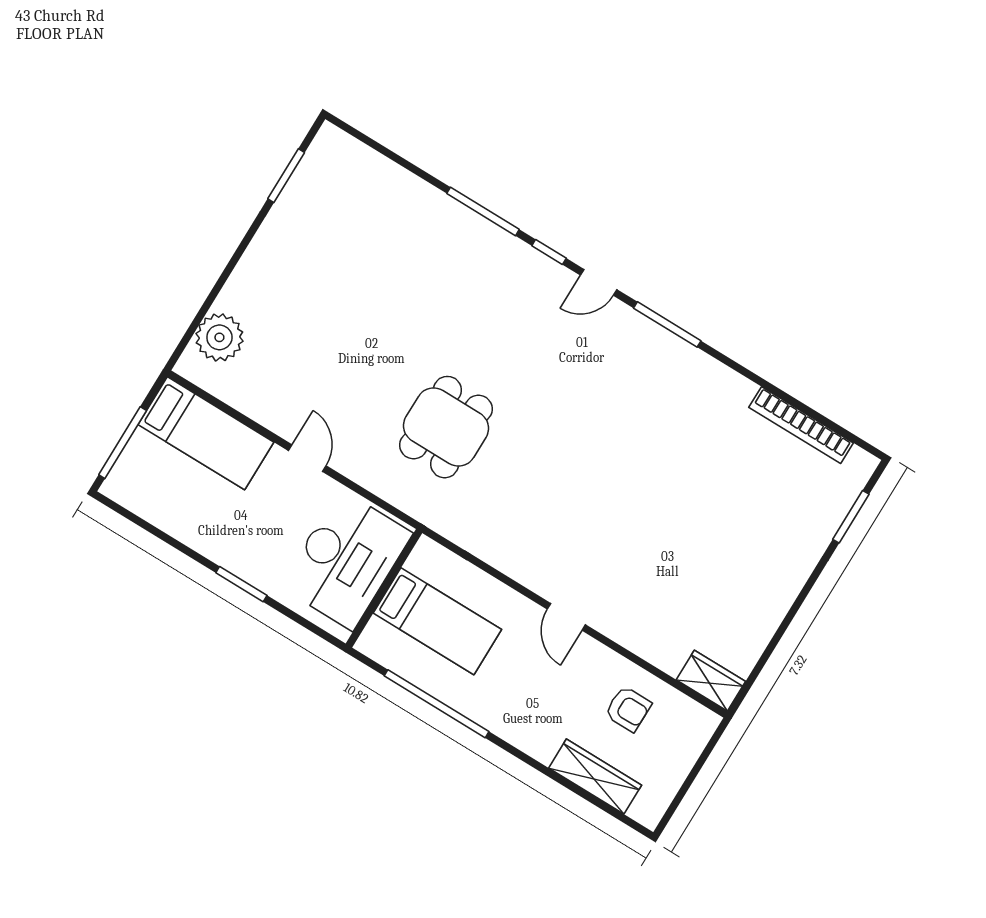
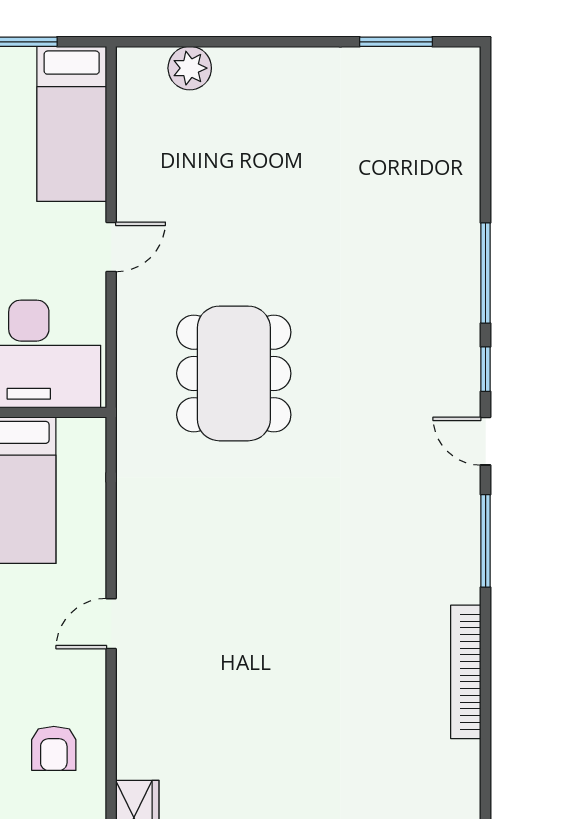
plant: (219, 337) -> (190, 68), width x0.73, depth x0.73
bookcase: (801, 425) -> (466, 672), moved
dining table: (446, 427) -> (234, 373), width x1.38

